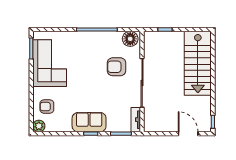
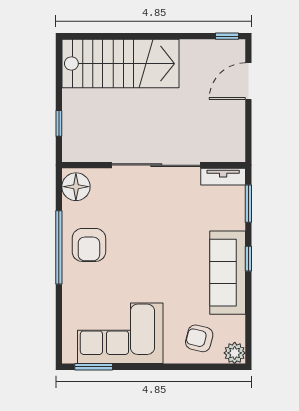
armchair: (117, 67) -> (89, 245), moved
armchair: (47, 107) -> (199, 338), turned 104
sofa: (89, 122) -> (228, 273), width x1.36

